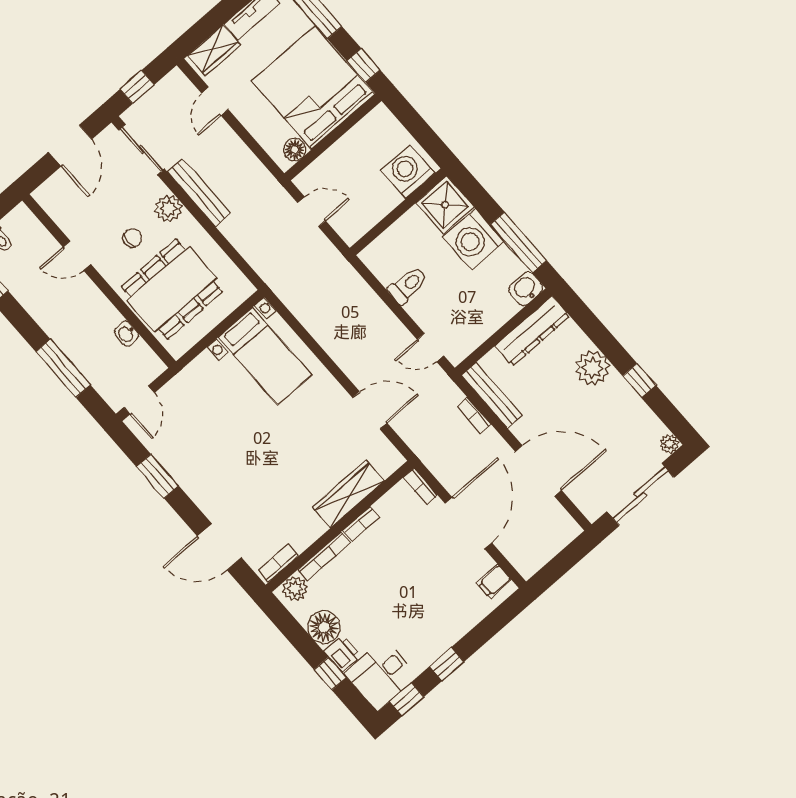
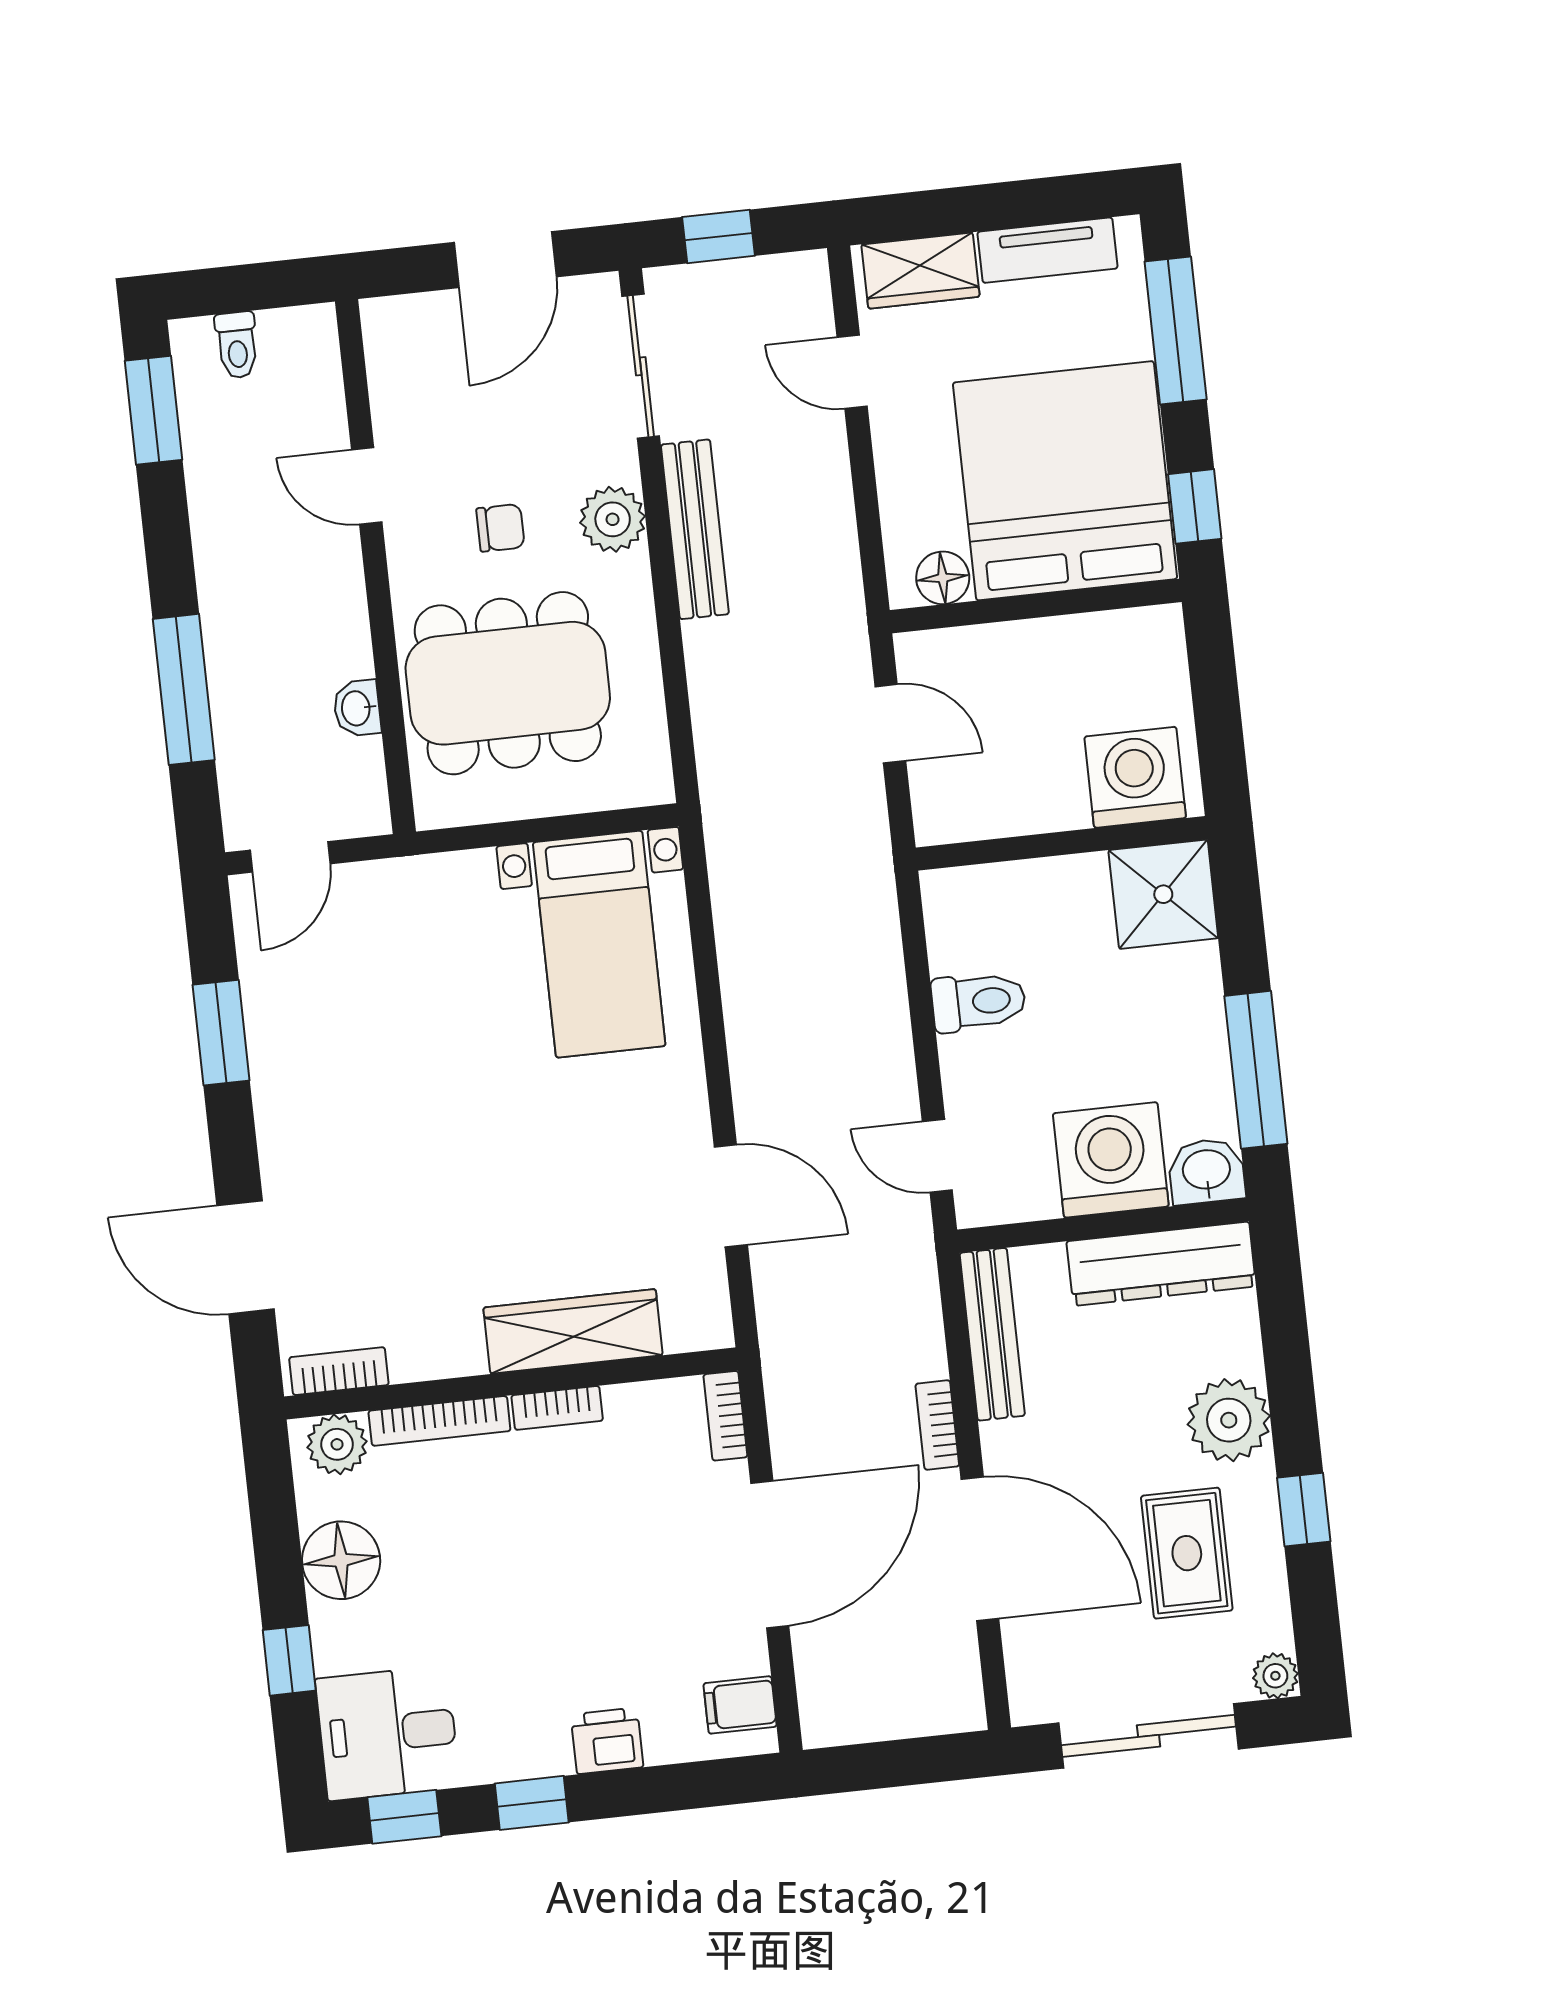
door: (215, 101) -> (852, 372), hinge flipped
washing machine: (473, 239) -> (1111, 1160), moved, turned 90
bookcase: (474, 415) -> (937, 1425), moved
rug: (610, 423) -> (1187, 1553), added
printer: (342, 654) -> (607, 1741), moved, turned -90

